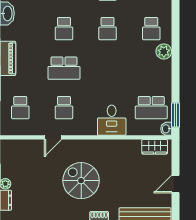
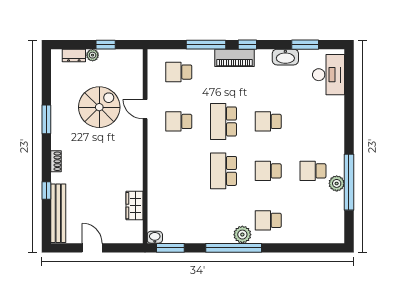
window: (176, 59) -> (234, 248), added
school desk: (151, 108) -> (224, 171), moved
desk: (112, 120) -> (165, 175), removed
wardrobe: (155, 147) -> (134, 206), moved
spiral stairs: (81, 181) -> (99, 107), moved

